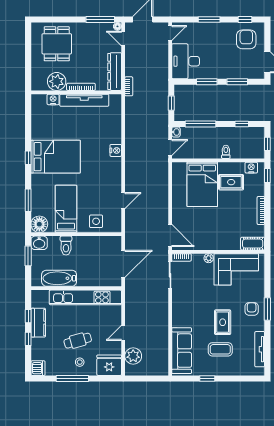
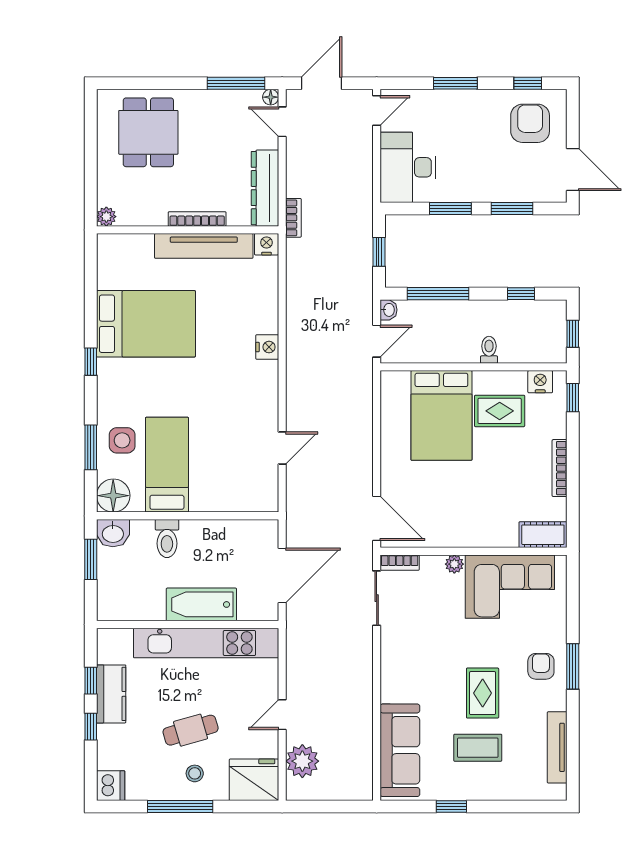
plant: (57, 81) -> (106, 217), moved, width x0.53, depth x0.53
nightstand: (53, 99) -> (266, 244), moved
bed: (56, 157) -> (146, 324), moved
side table: (96, 221) -> (122, 440), moved
bathtub: (59, 278) -> (201, 604), moved

